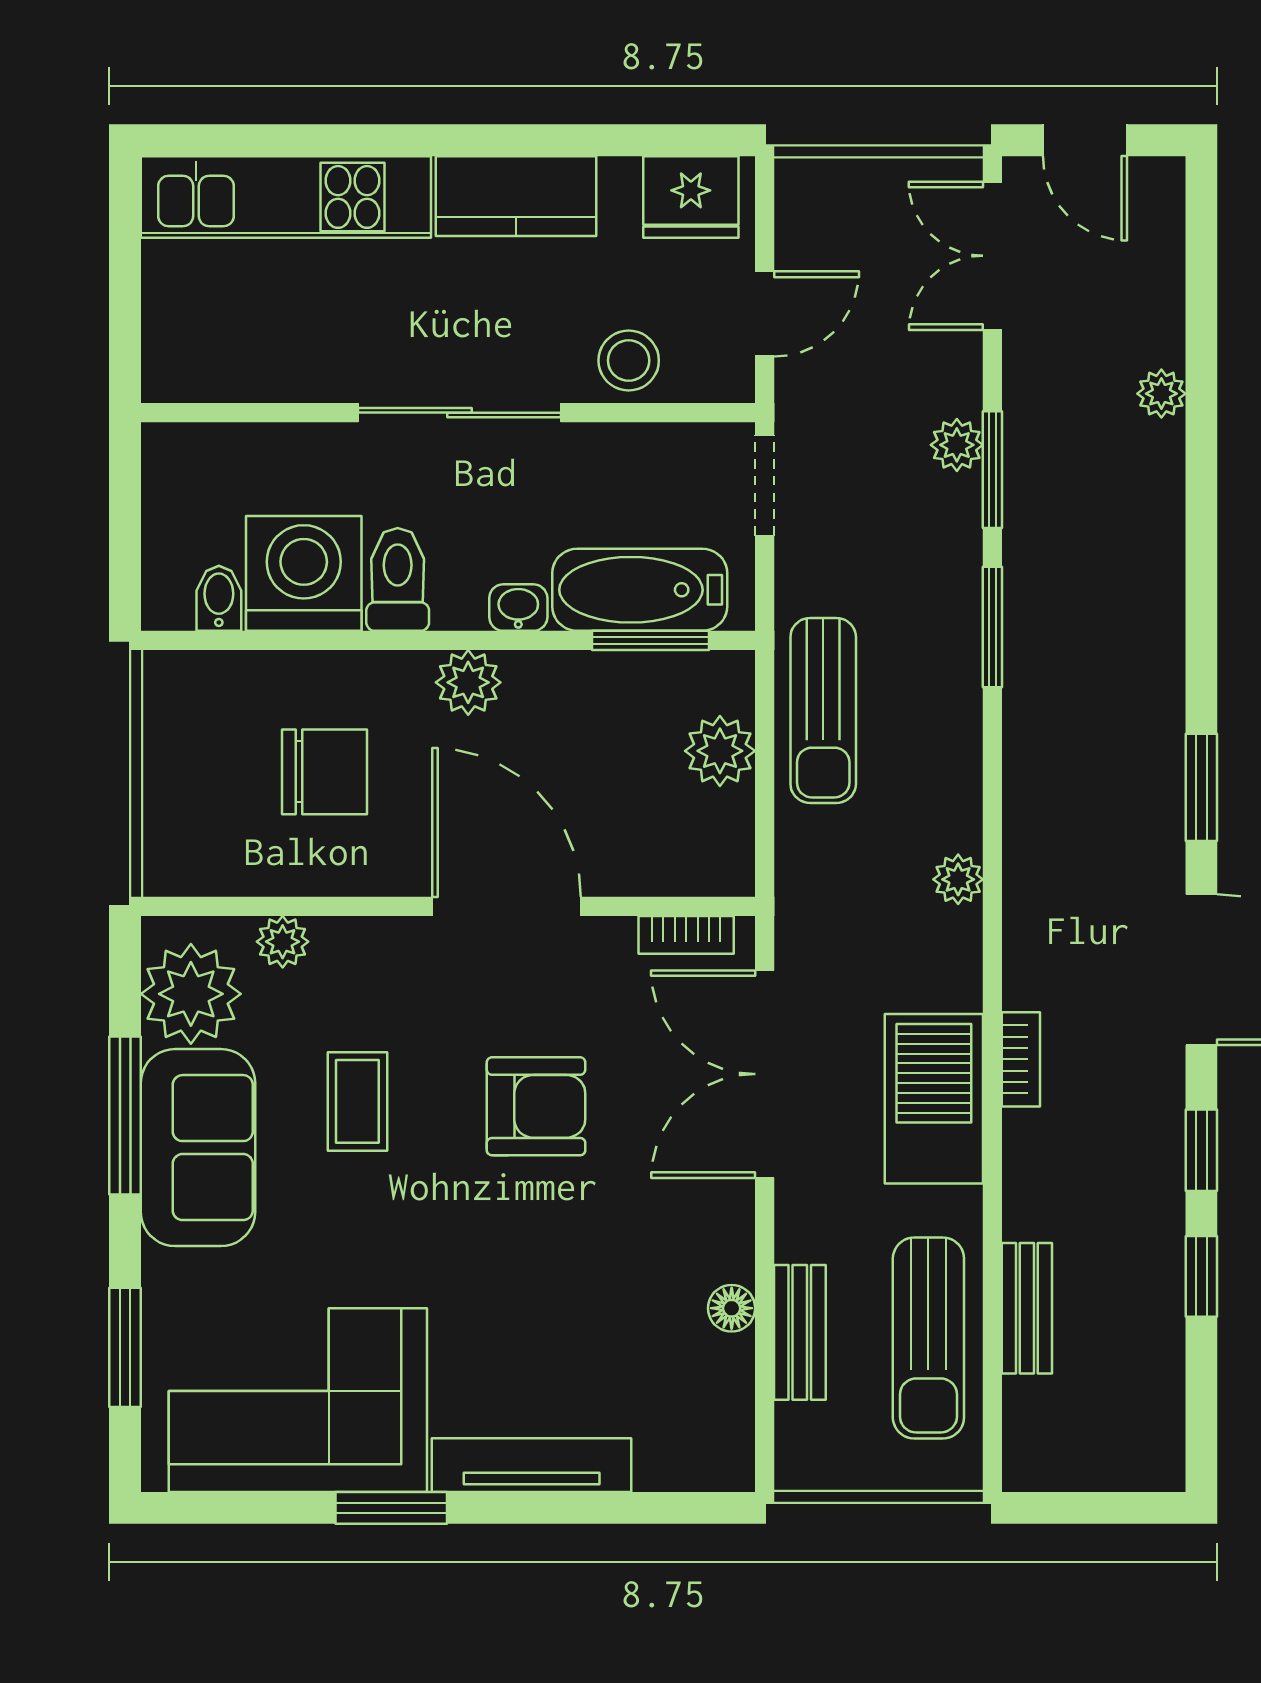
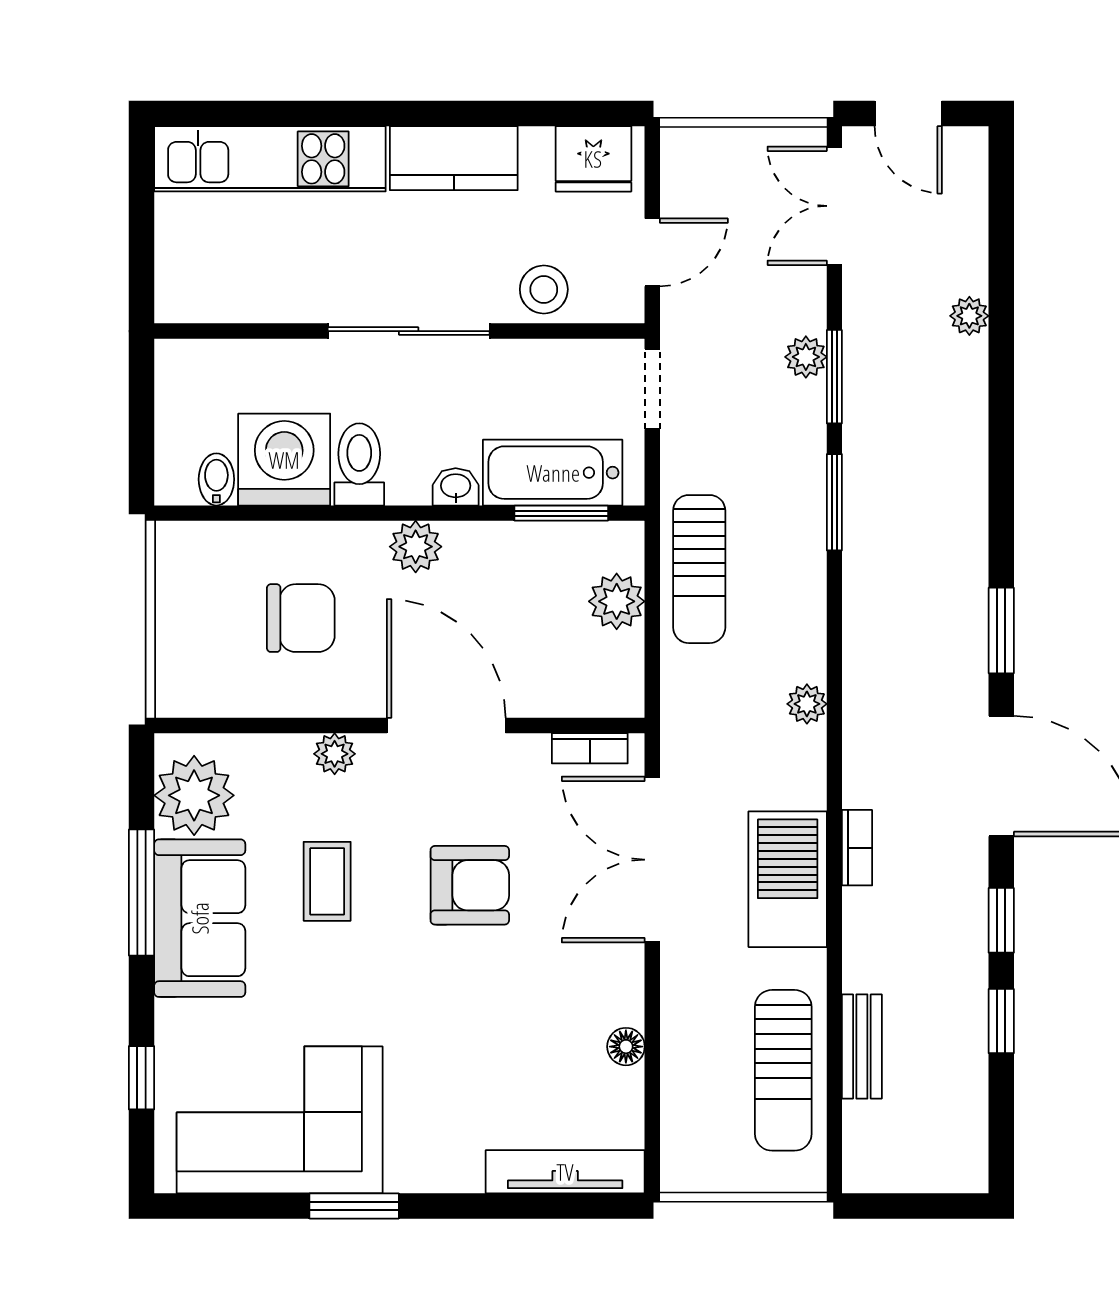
plant: (283, 942) -> (335, 754), moved
bench: (800, 1332) -> (680, 1066), removed
window: (125, 1347) -> (142, 1078), width x0.67
tv unit: (532, 1465) -> (565, 1172), moved

